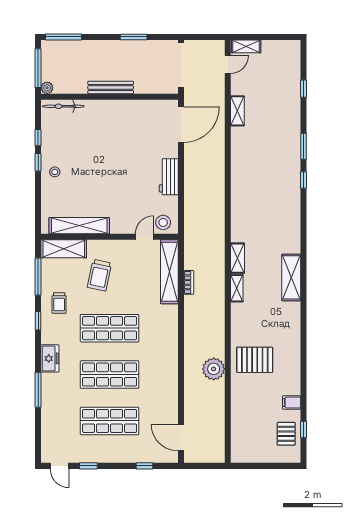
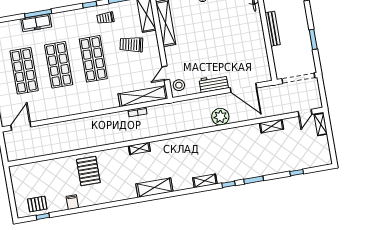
door: (228, 64) -> (305, 113), hinge flipped
door: (181, 125) -> (243, 88), moved
door: (144, 237) -> (166, 73), swing flipped
shelving: (238, 258) -> (205, 181), moved
freezer: (50, 358) -> (36, 23), moved, width x1.40
plant: (214, 369) -> (220, 117), moved
filing cabinet: (292, 403) -> (72, 202), moved

